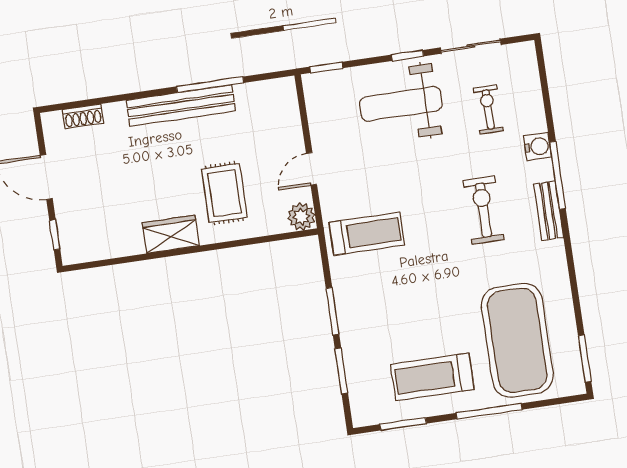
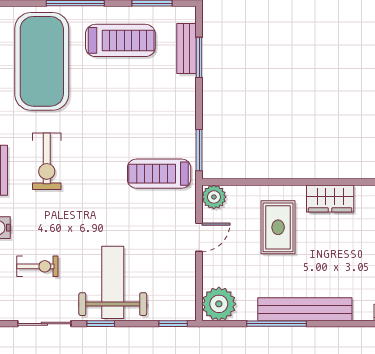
plant: (278, 97) -> (219, 304), added
weight bench: (401, 104) -> (113, 282), turned -90
exercise bike: (488, 109) -> (37, 266), turned -90
exercise bike: (483, 210) -> (47, 161), moved
window: (333, 311) -> (199, 150), moved
bench: (357, 379) -> (187, 49), added

